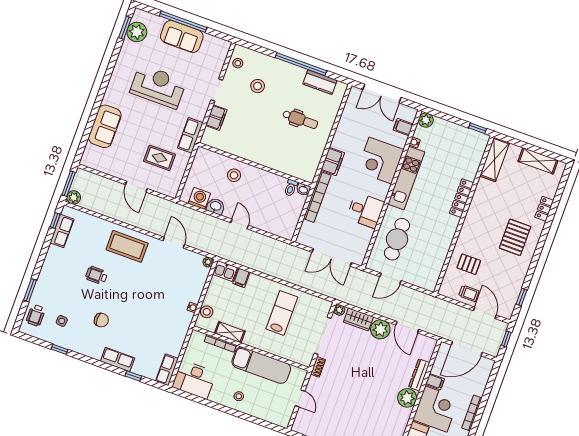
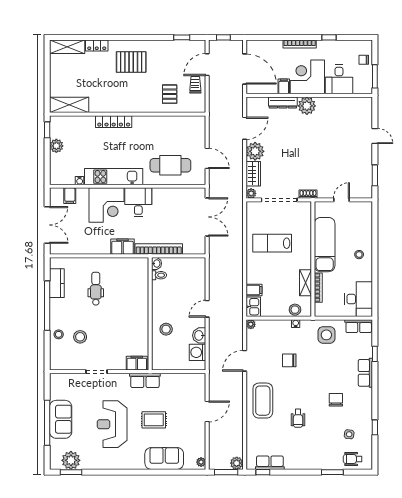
stool: (238, 63) -> (59, 334), moved
filing cabinet: (216, 118) -> (137, 363), moved
plant: (426, 120) -> (56, 146), moved
rug: (160, 158) -> (154, 420), moved, turned 90
shelving: (538, 161) -> (67, 47), moved, turned 90
plant: (88, 162) -> (201, 462), added
desk: (365, 210) -> (138, 202), moved
chair: (158, 288) -> (289, 360), added
wheelchair: (36, 315) -> (353, 459), turned 180
side table: (170, 334) -> (326, 335), added

